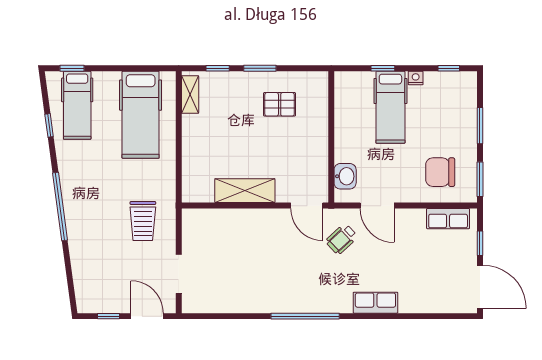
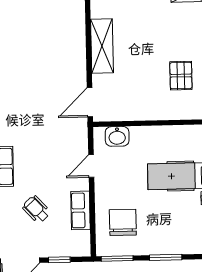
door: (377, 206) -> (91, 166), width x0.73
row of seats: (448, 219) -> (80, 210), moved
wheelchair: (342, 239) -> (36, 209), moved

